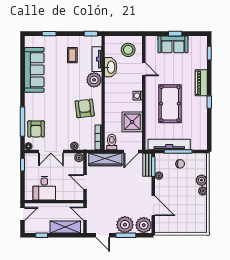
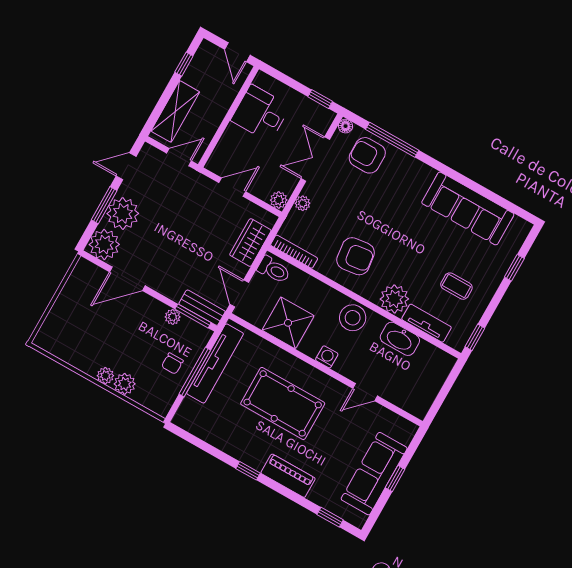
sofa: (173, 44) -> (374, 474), width x1.36
stool: (128, 50) -> (353, 318), moved
wardrobe: (105, 159) -> (250, 243), width x0.67

